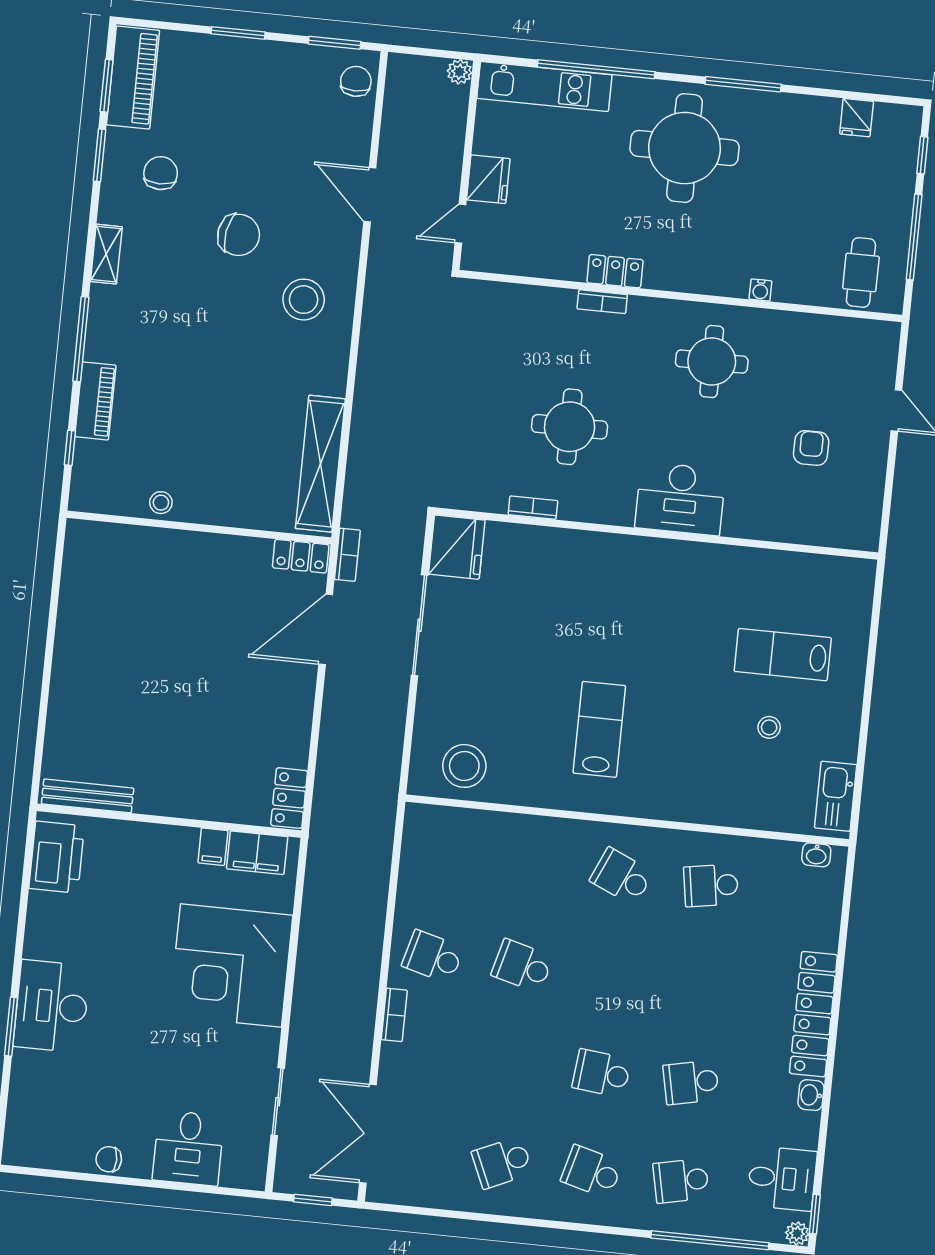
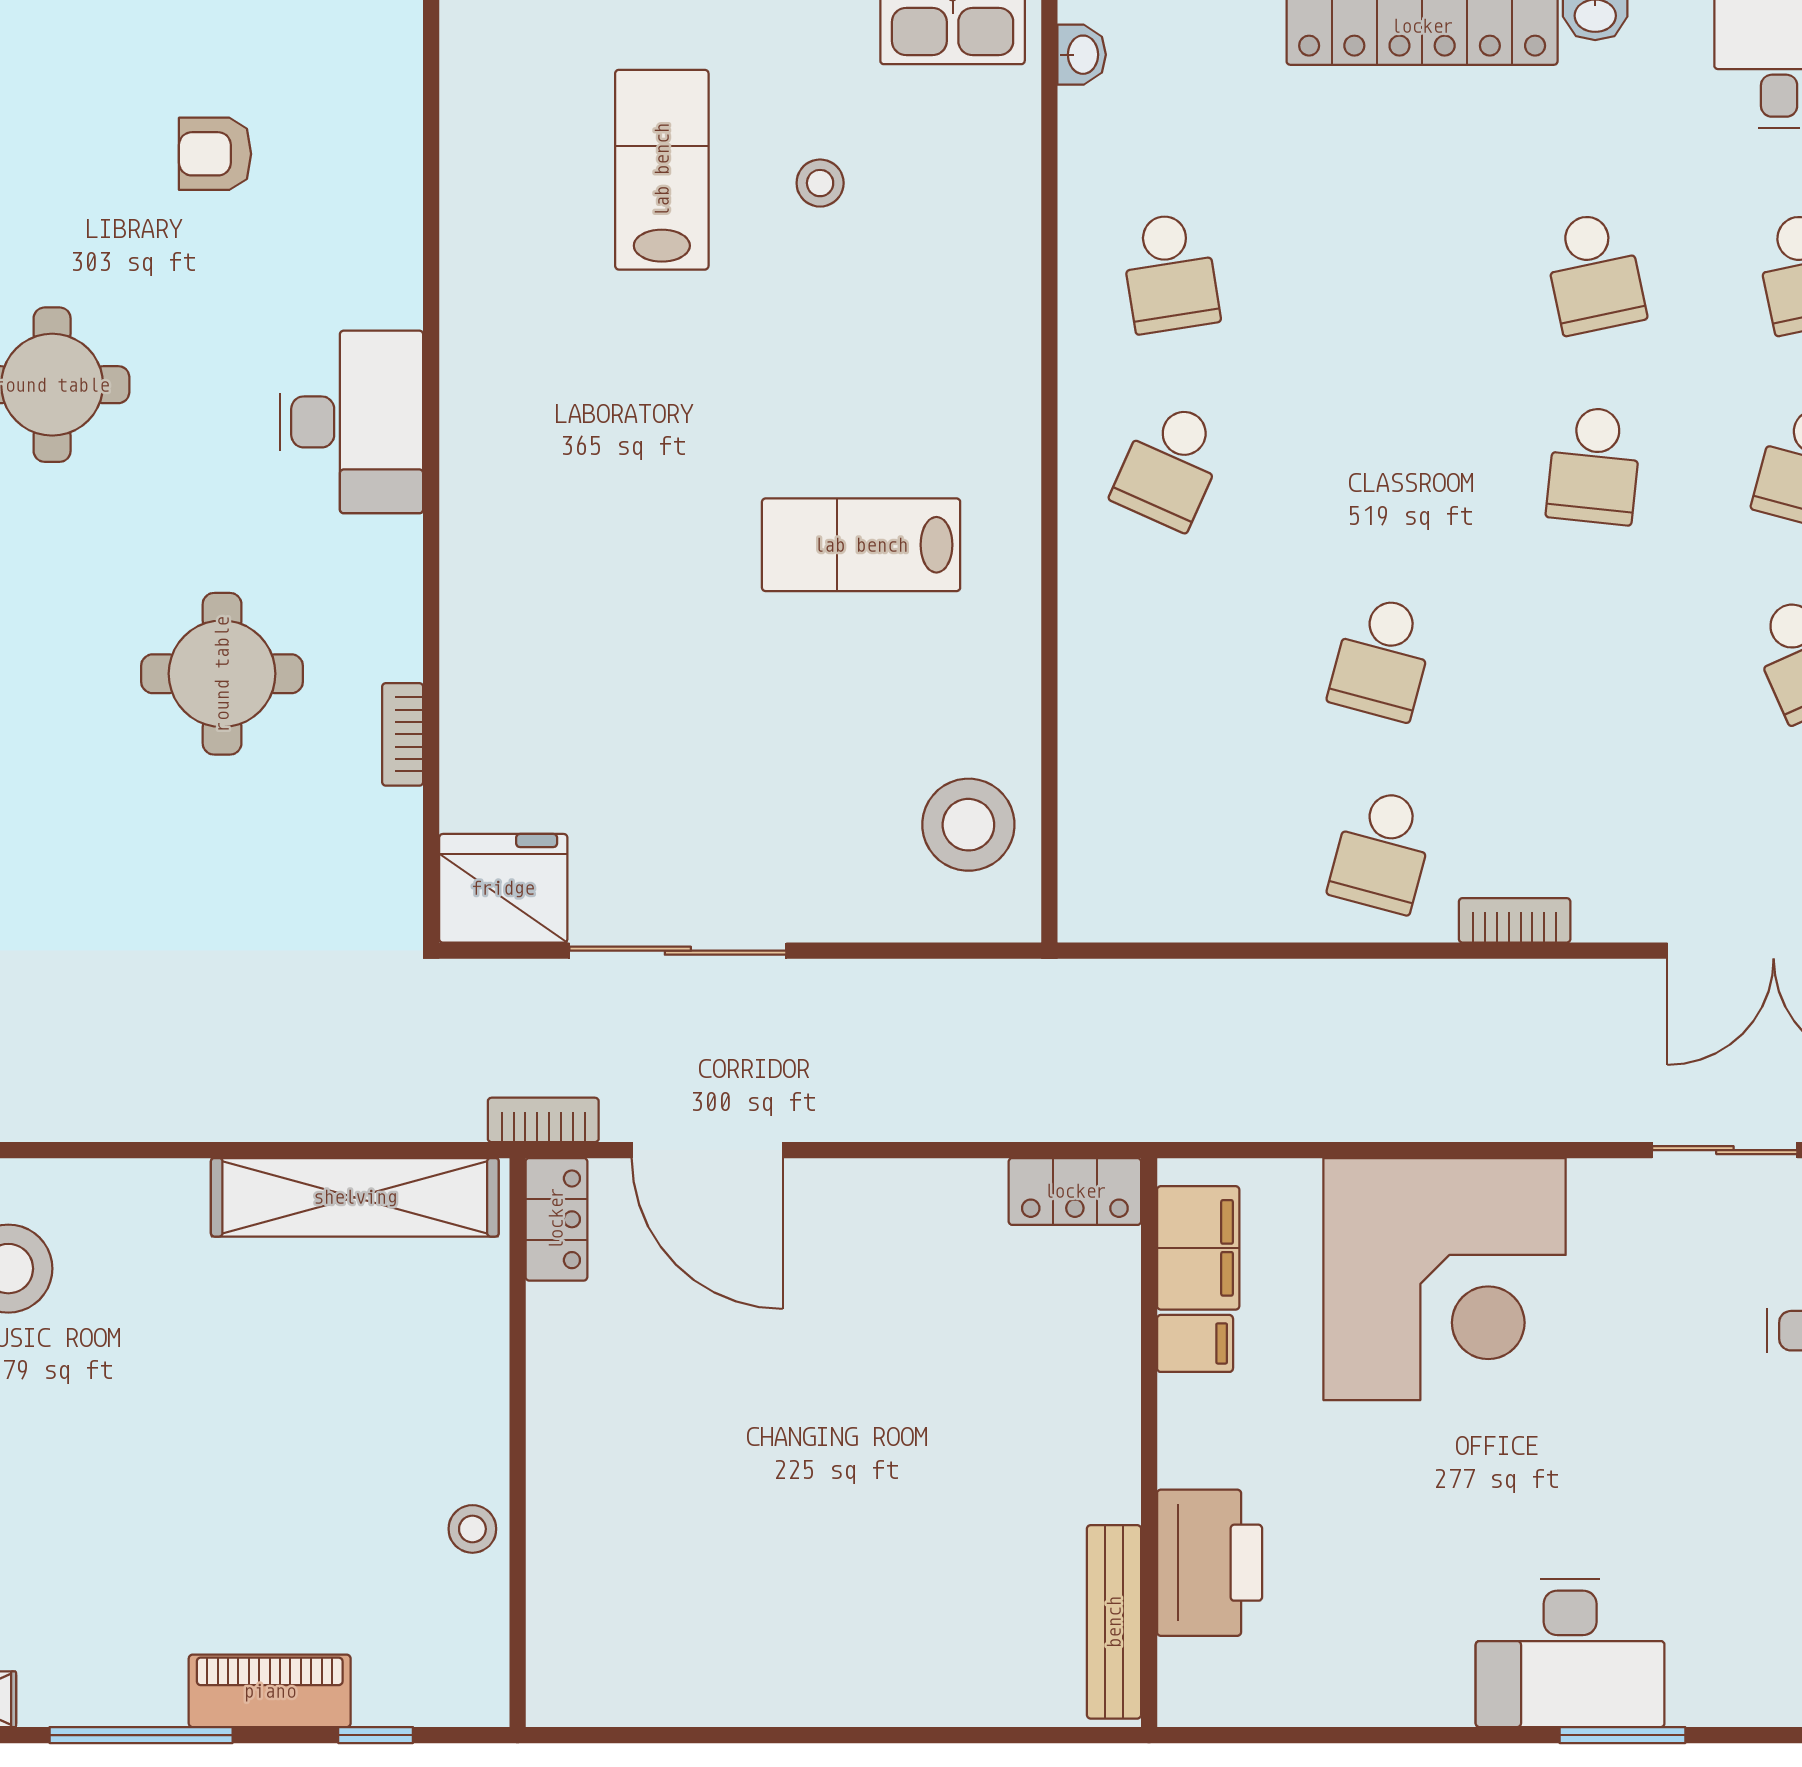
lab bench: (783, 655) -> (662, 170), turned 180
printer: (57, 857) -> (1210, 1563), moved, turned 90

